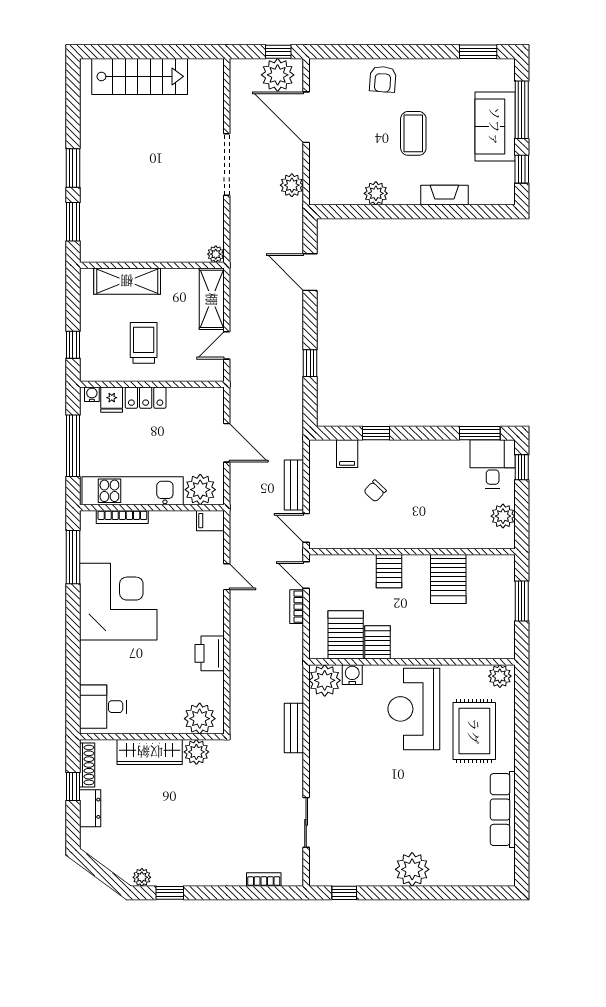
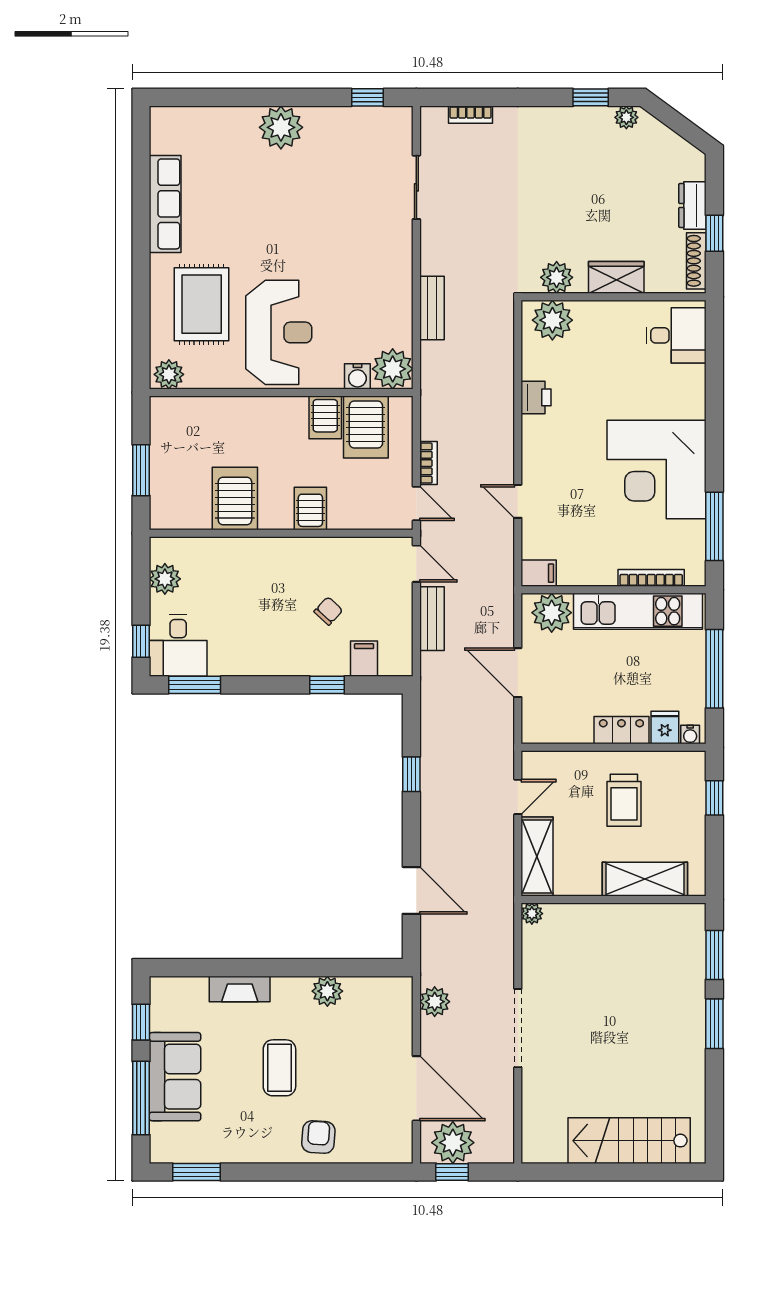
printer: (210, 653) -> (536, 397), width x0.73, depth x0.81
wardrobe: (150, 752) -> (616, 277), width x0.67

